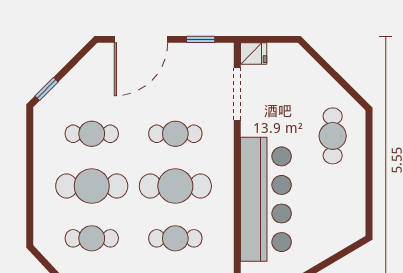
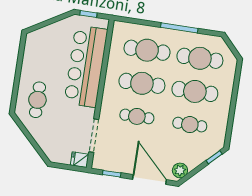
door: (141, 39) -> (150, 180), hinge flipped
plant: (96, 61) -> (180, 170), added
cafe table: (92, 238) -> (200, 58), width x1.37, depth x1.35
cafe table: (175, 238) -> (147, 50), width x1.37, depth x1.35

